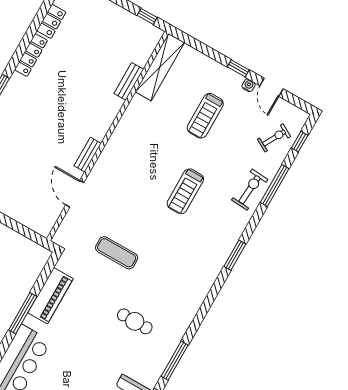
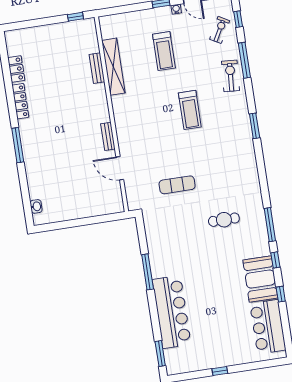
shelving: (160, 67) -> (113, 67), moved
piano: (50, 296) -> (156, 246), removed

